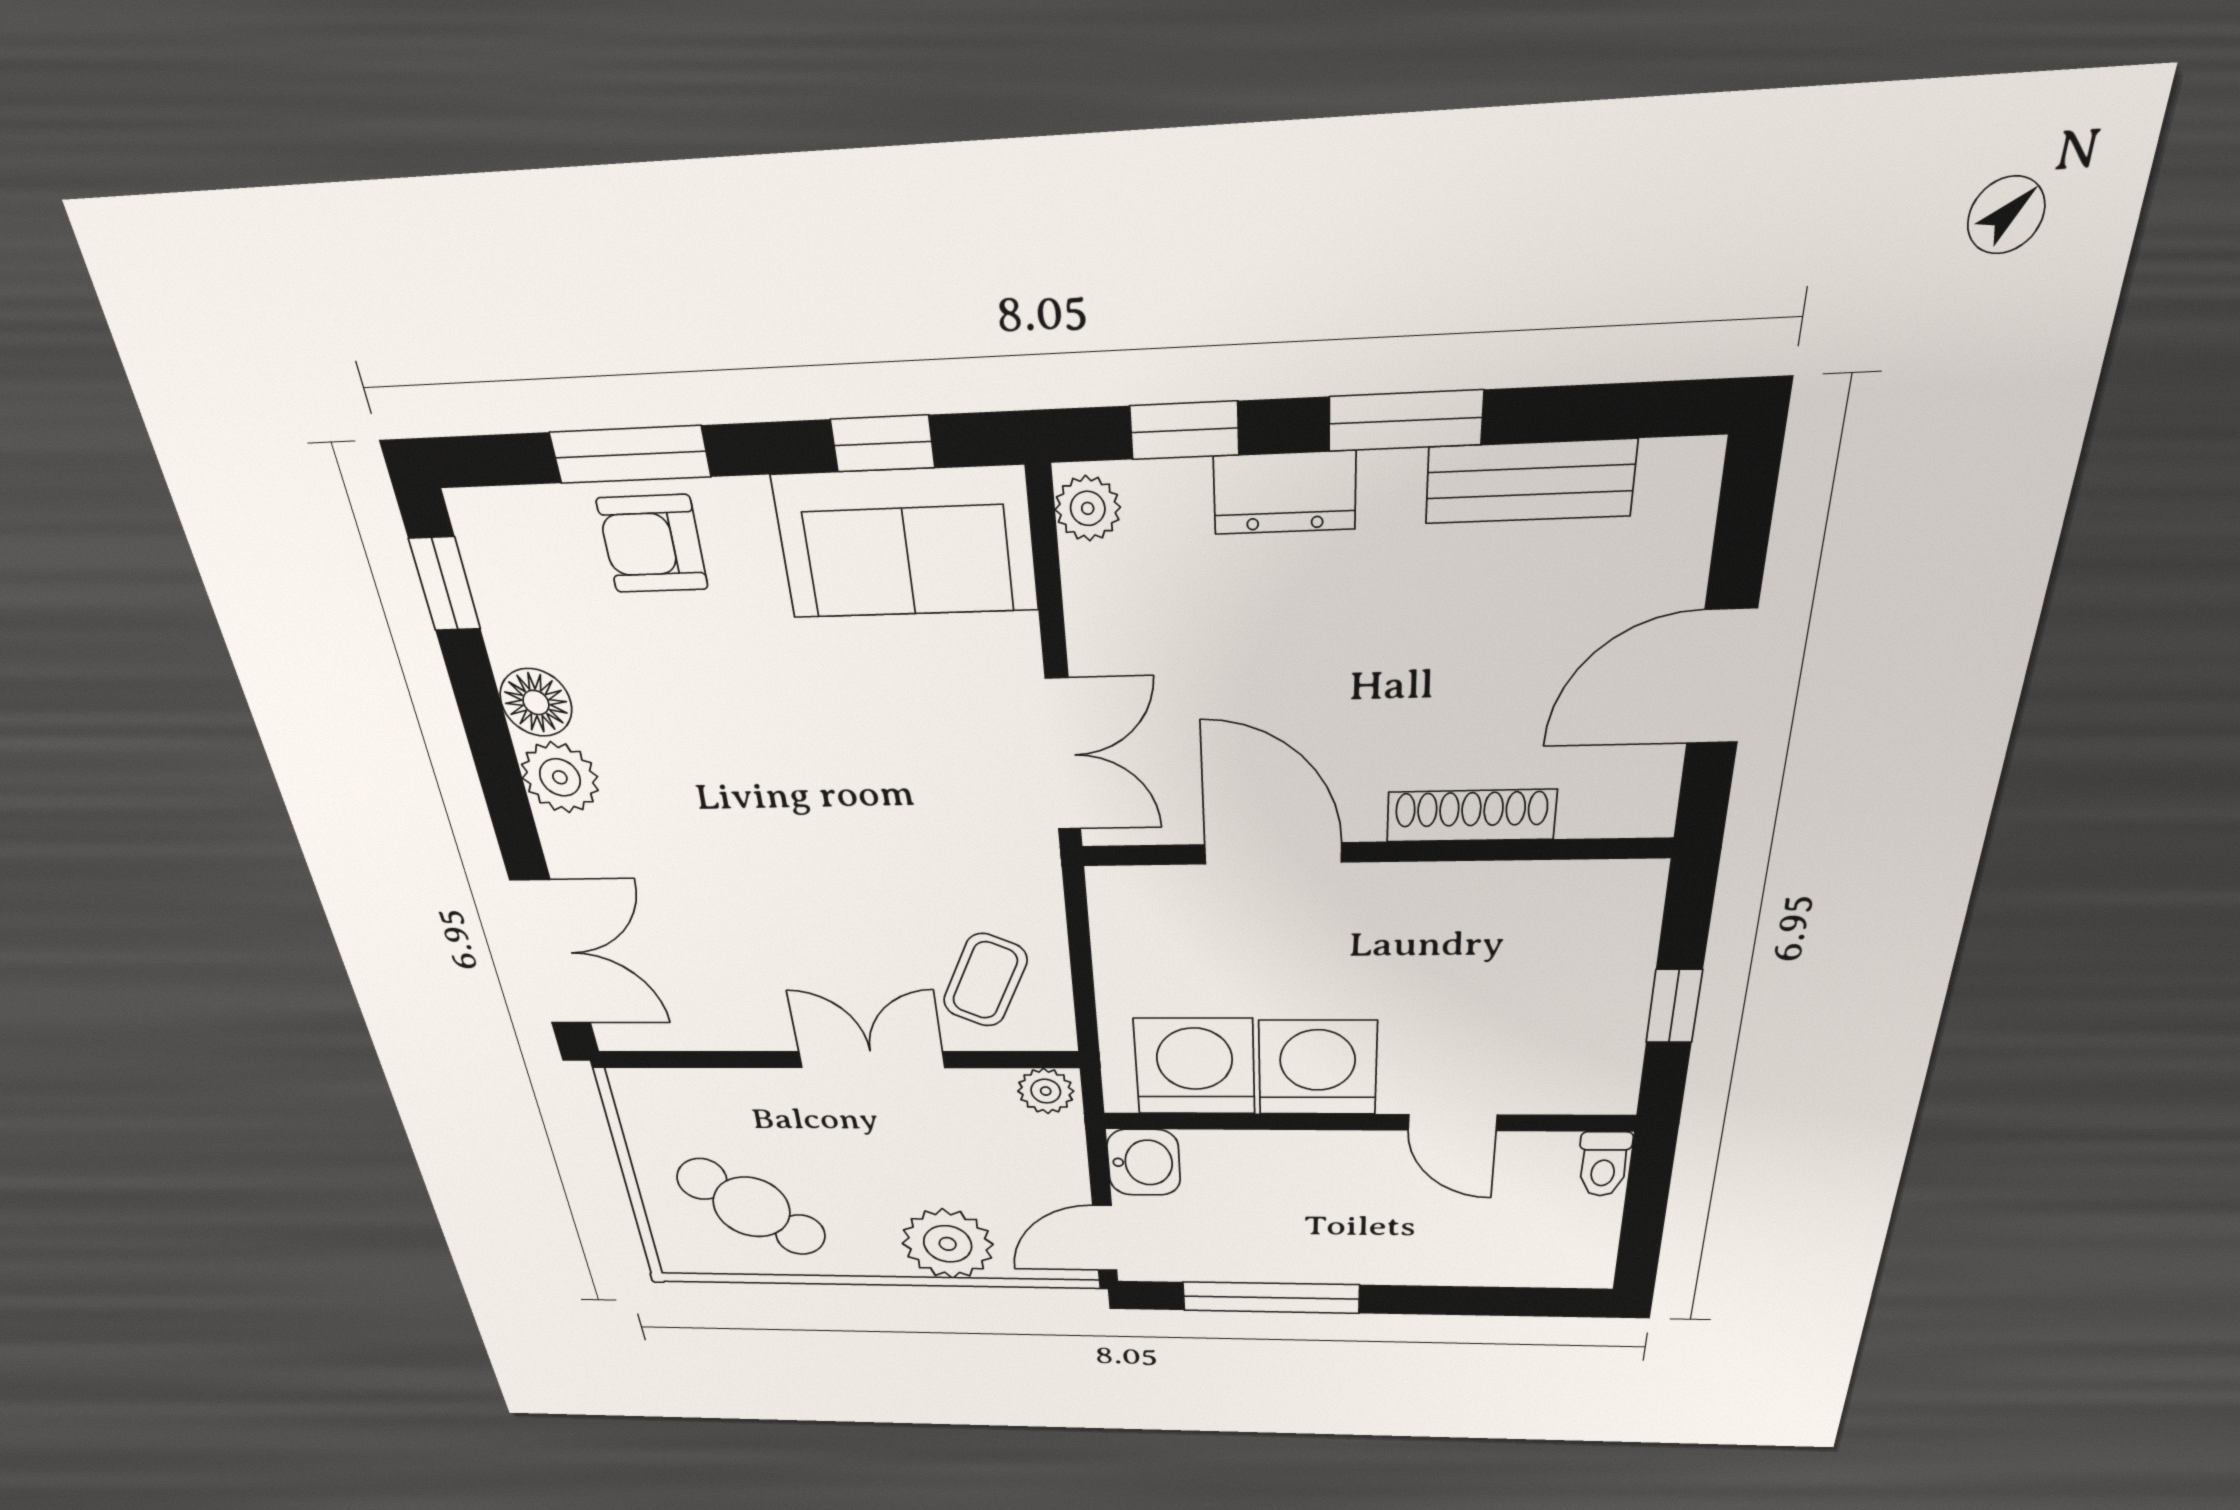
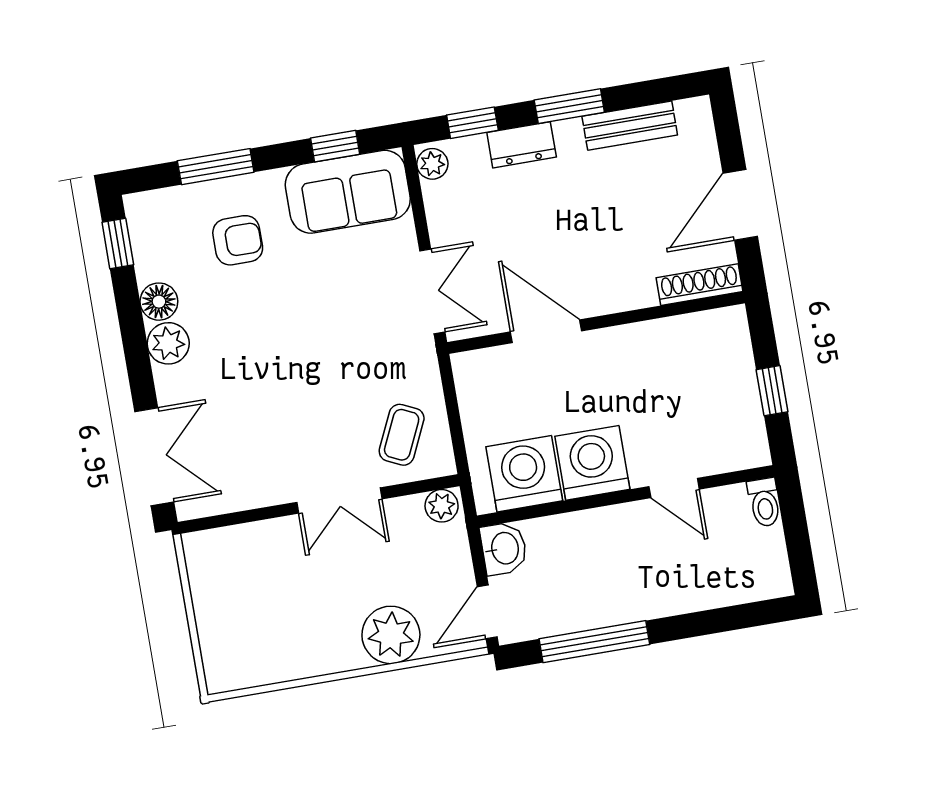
armchair: (652, 544) -> (238, 240), moved, turned 180
shoe rack: (1471, 816) -> (700, 285), moved
double door: (872, 1060) -> (339, 501), swing flipped
cafe table: (752, 1207) -> (267, 627), removed

